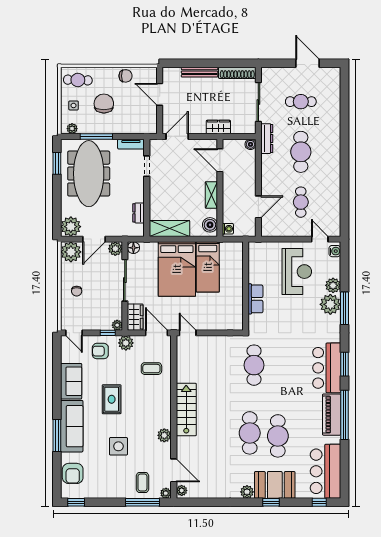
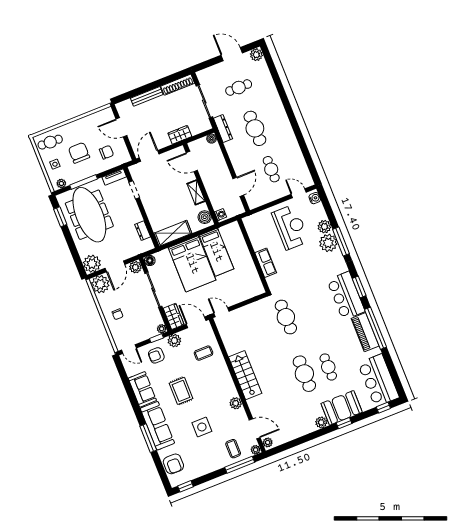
plant: (333, 74) -> (256, 55), added
chair: (126, 76) -> (107, 152), moved
cafe table: (278, 436) -> (328, 367), width x0.73, depth x0.74

